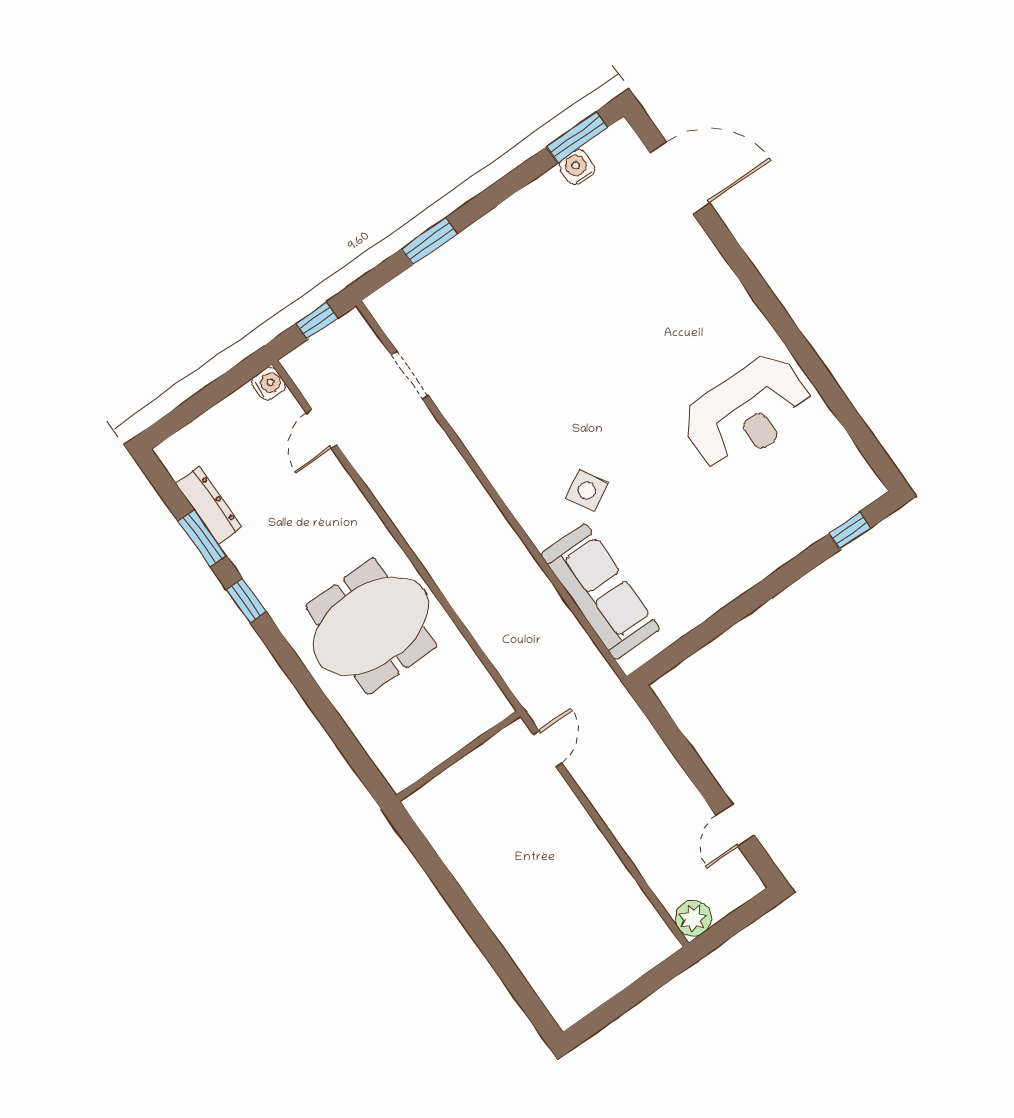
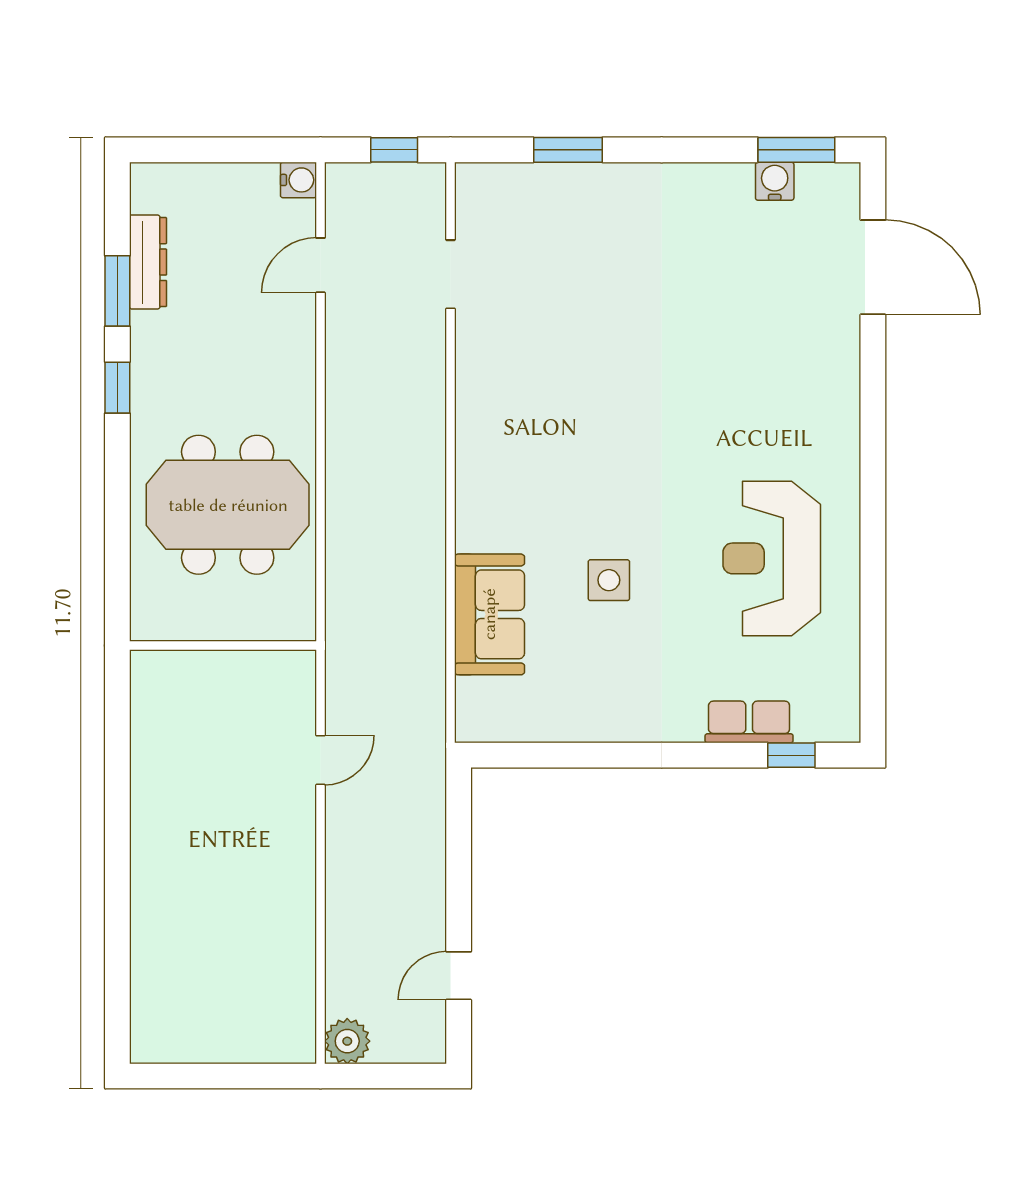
reception desk: (747, 413) -> (772, 558), turned 90
side table: (587, 491) -> (609, 580), moved, turned 30
row of seats: (807, 529) -> (749, 722), added
sofa: (600, 592) -> (489, 614), width x0.73
wall: (458, 756) -> (223, 645), moved

